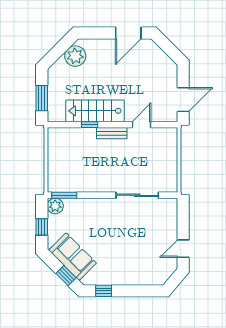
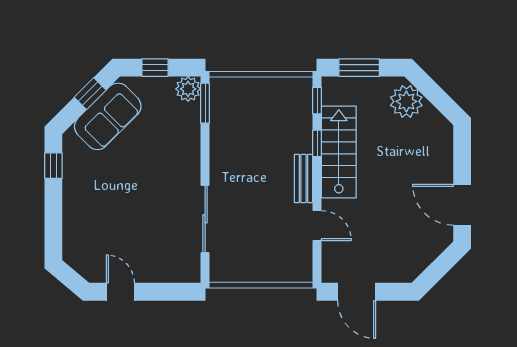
plant: (75, 56) -> (406, 101), moved
window: (63, 125) -> (317, 101), added
window: (66, 276) -> (90, 94), moved

